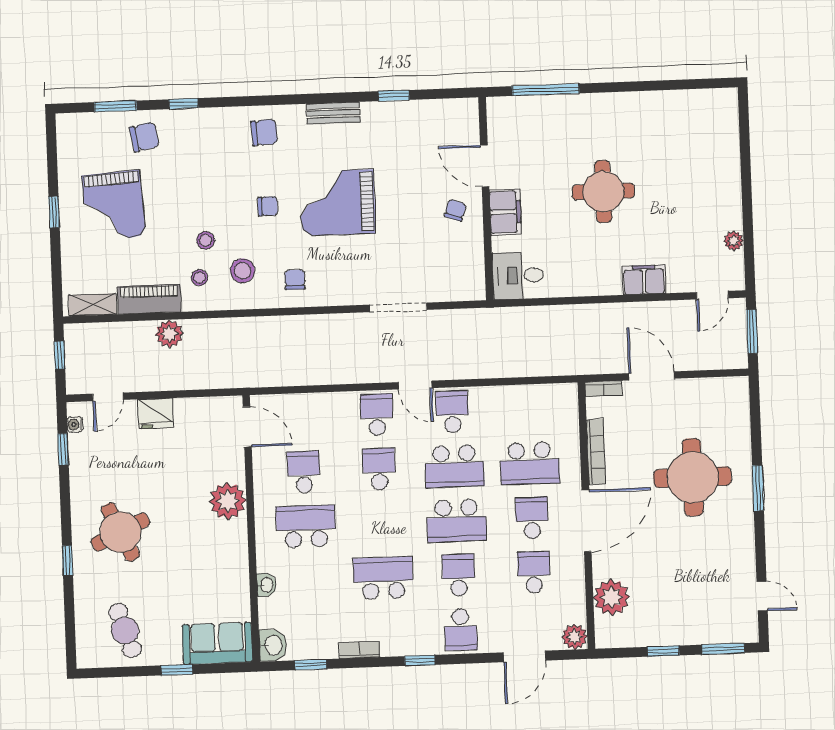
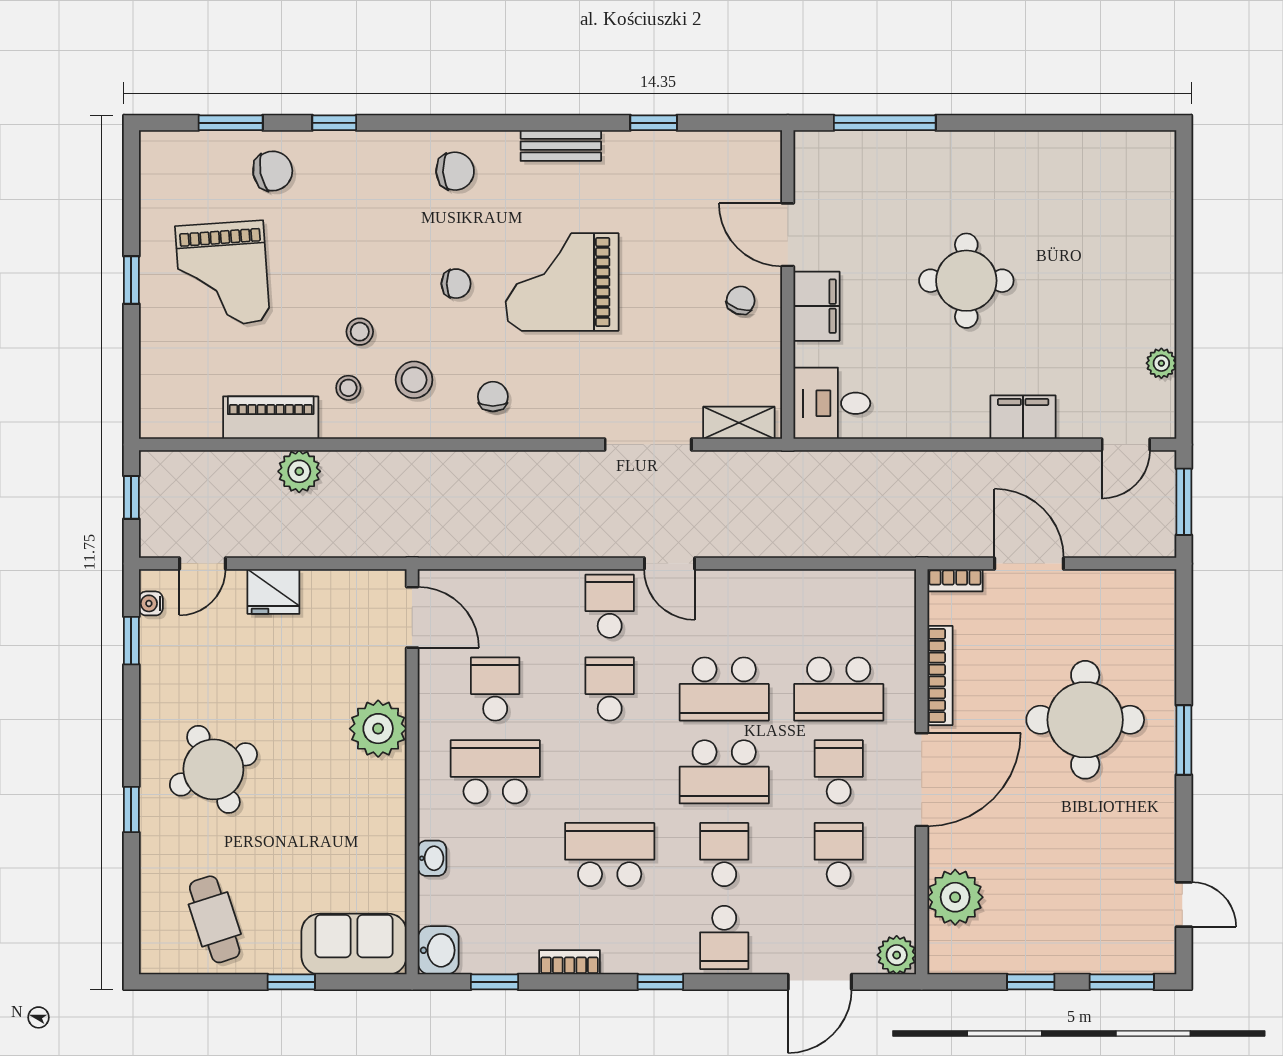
shelving: (92, 305) -> (739, 423), moved
school desk: (452, 412) -> (724, 606), removed

